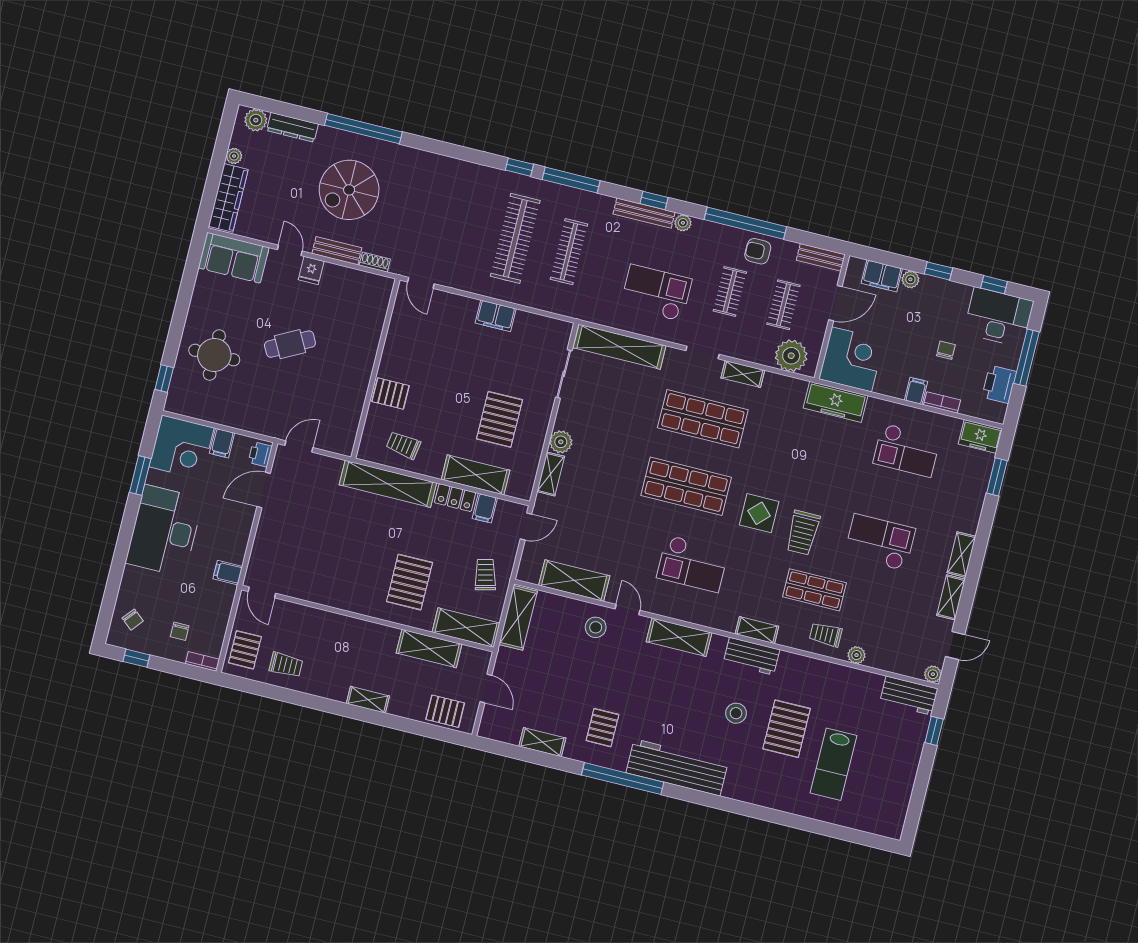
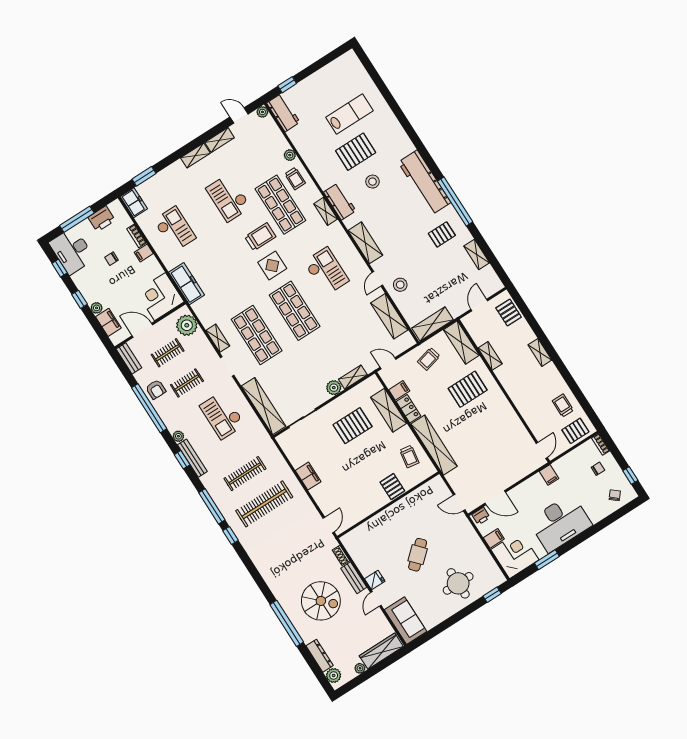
cafe table: (290, 344) -> (418, 555), turned 76
shop shelf: (815, 590) -> (280, 205), width x1.43, depth x1.36
shelving: (429, 649) -> (490, 356), width x0.67, depth x0.75

